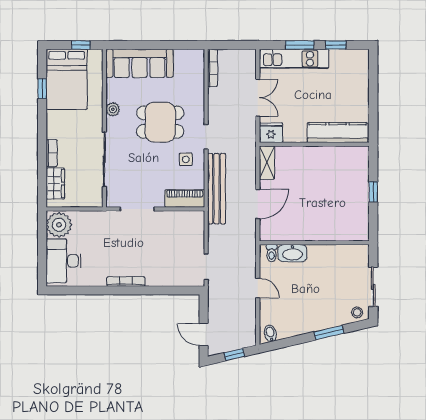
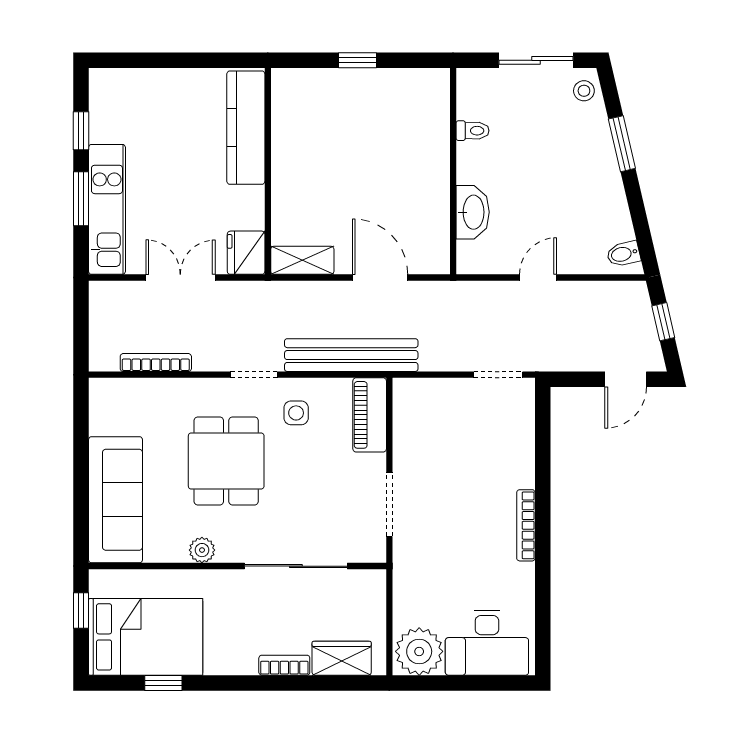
bookcase: (213, 68) -> (156, 363), moved
toilet: (272, 253) -> (473, 131), moved

